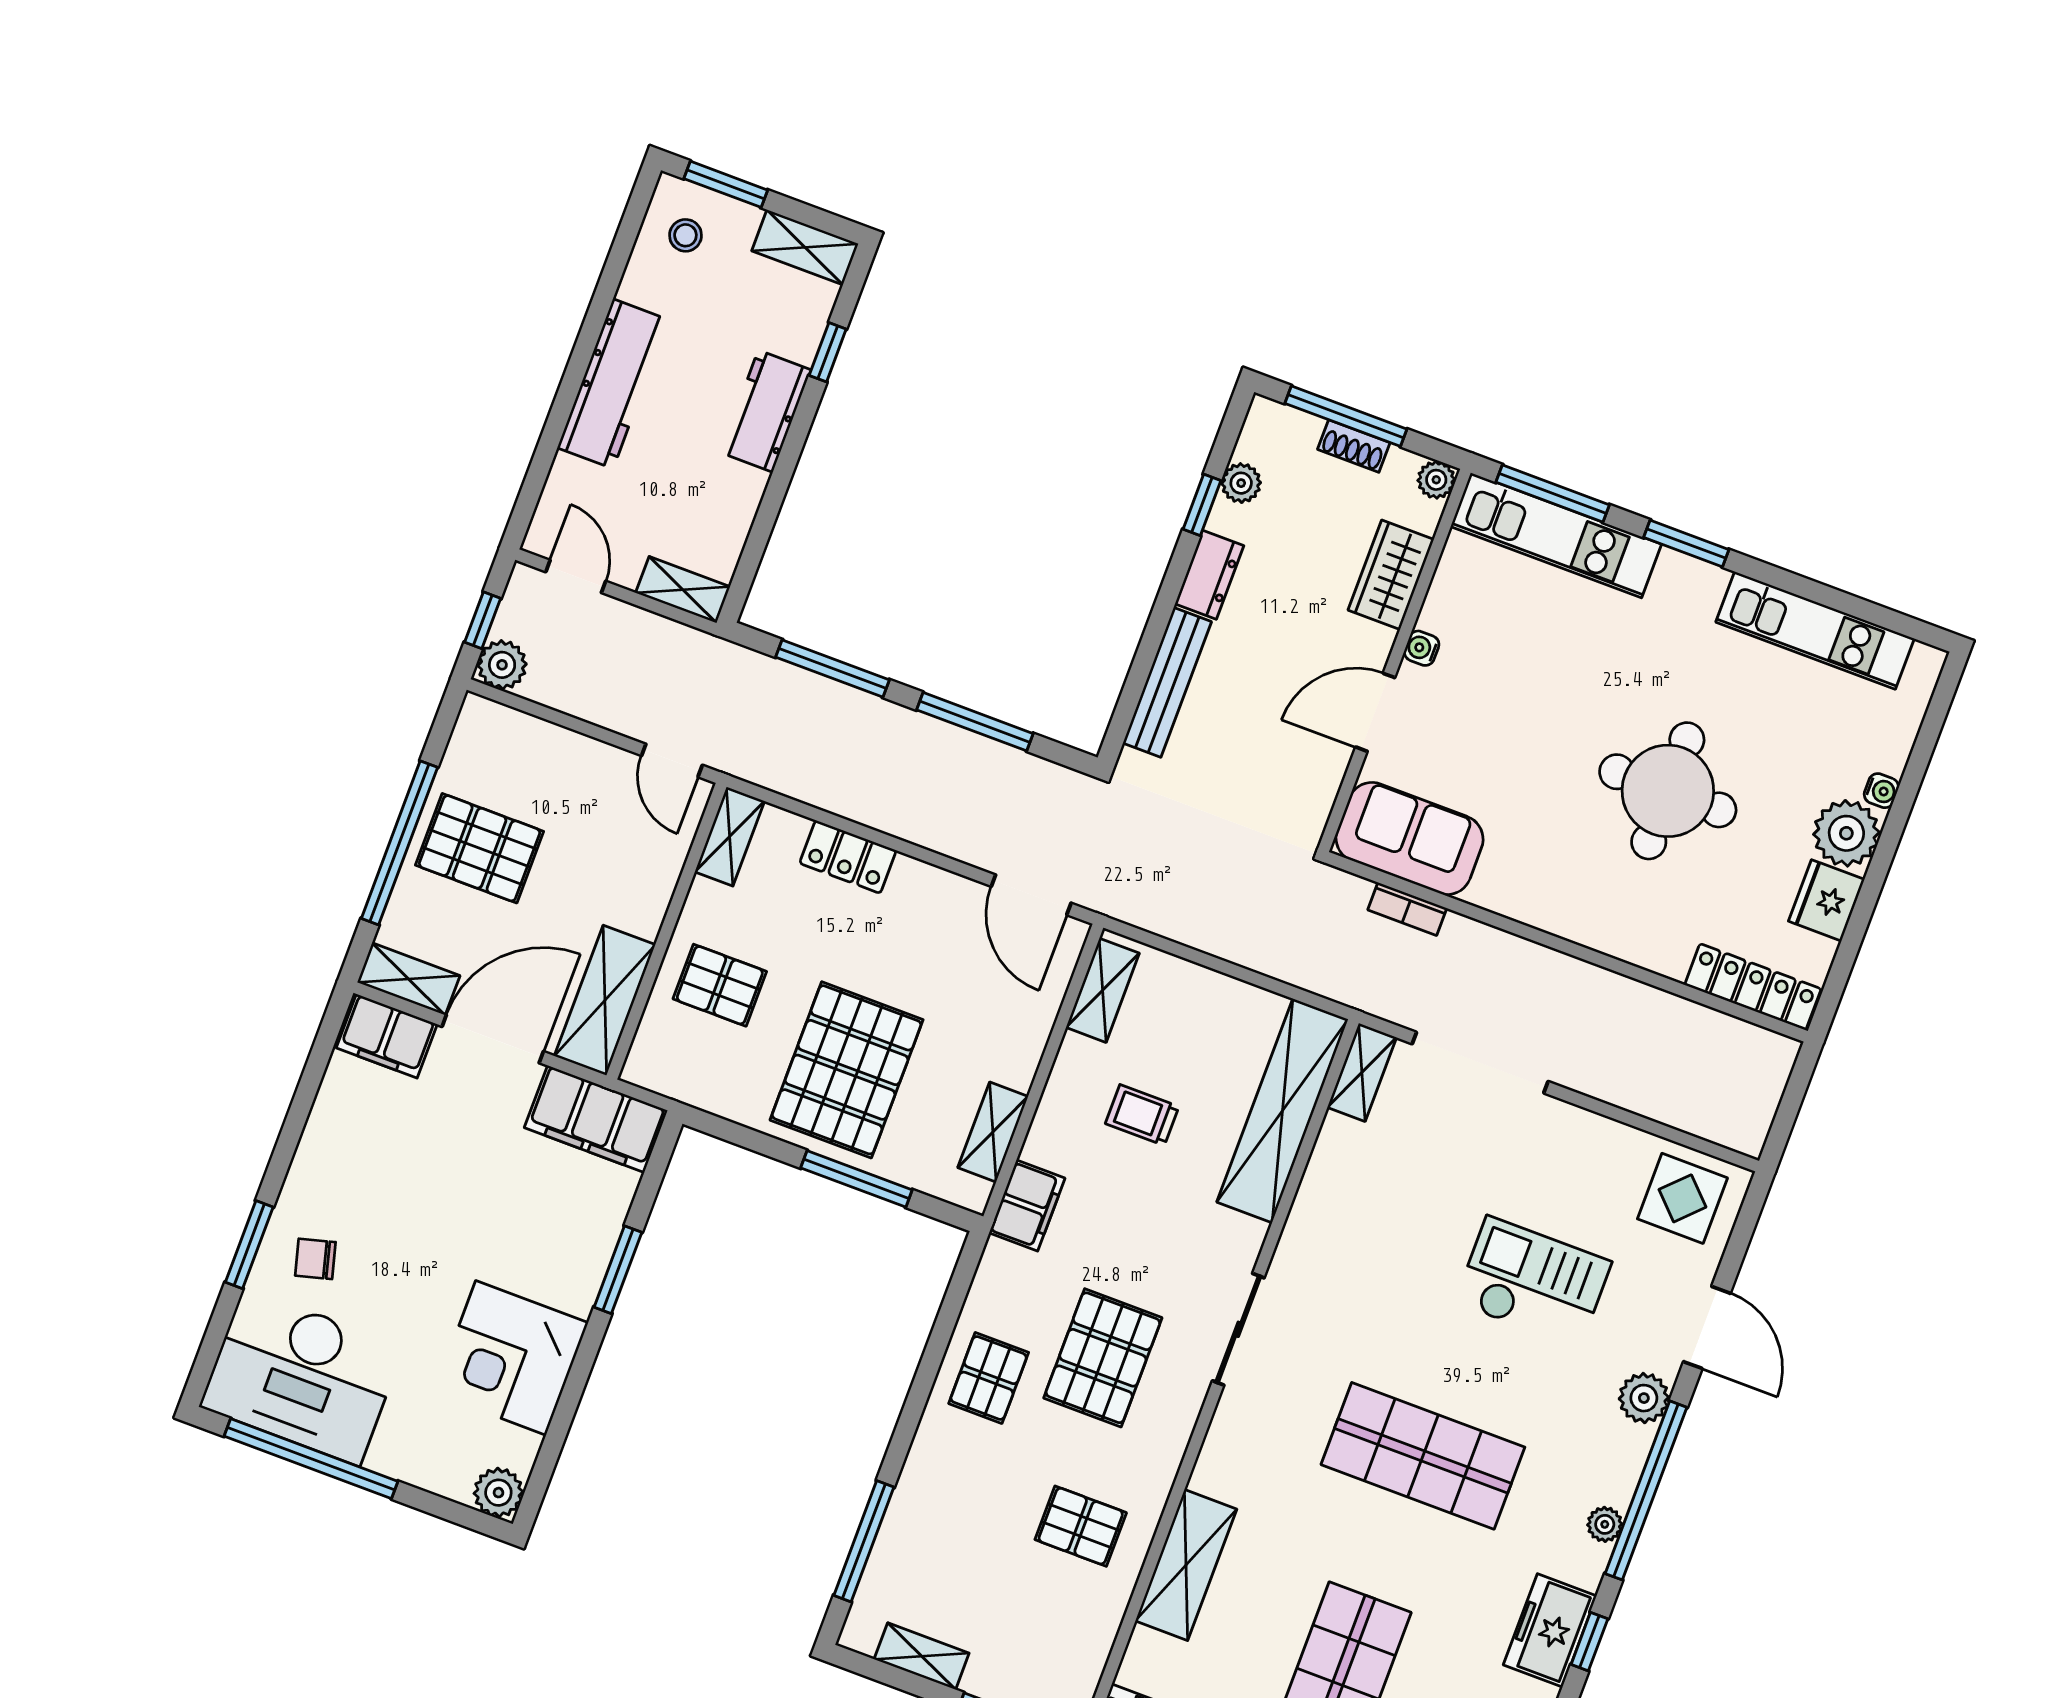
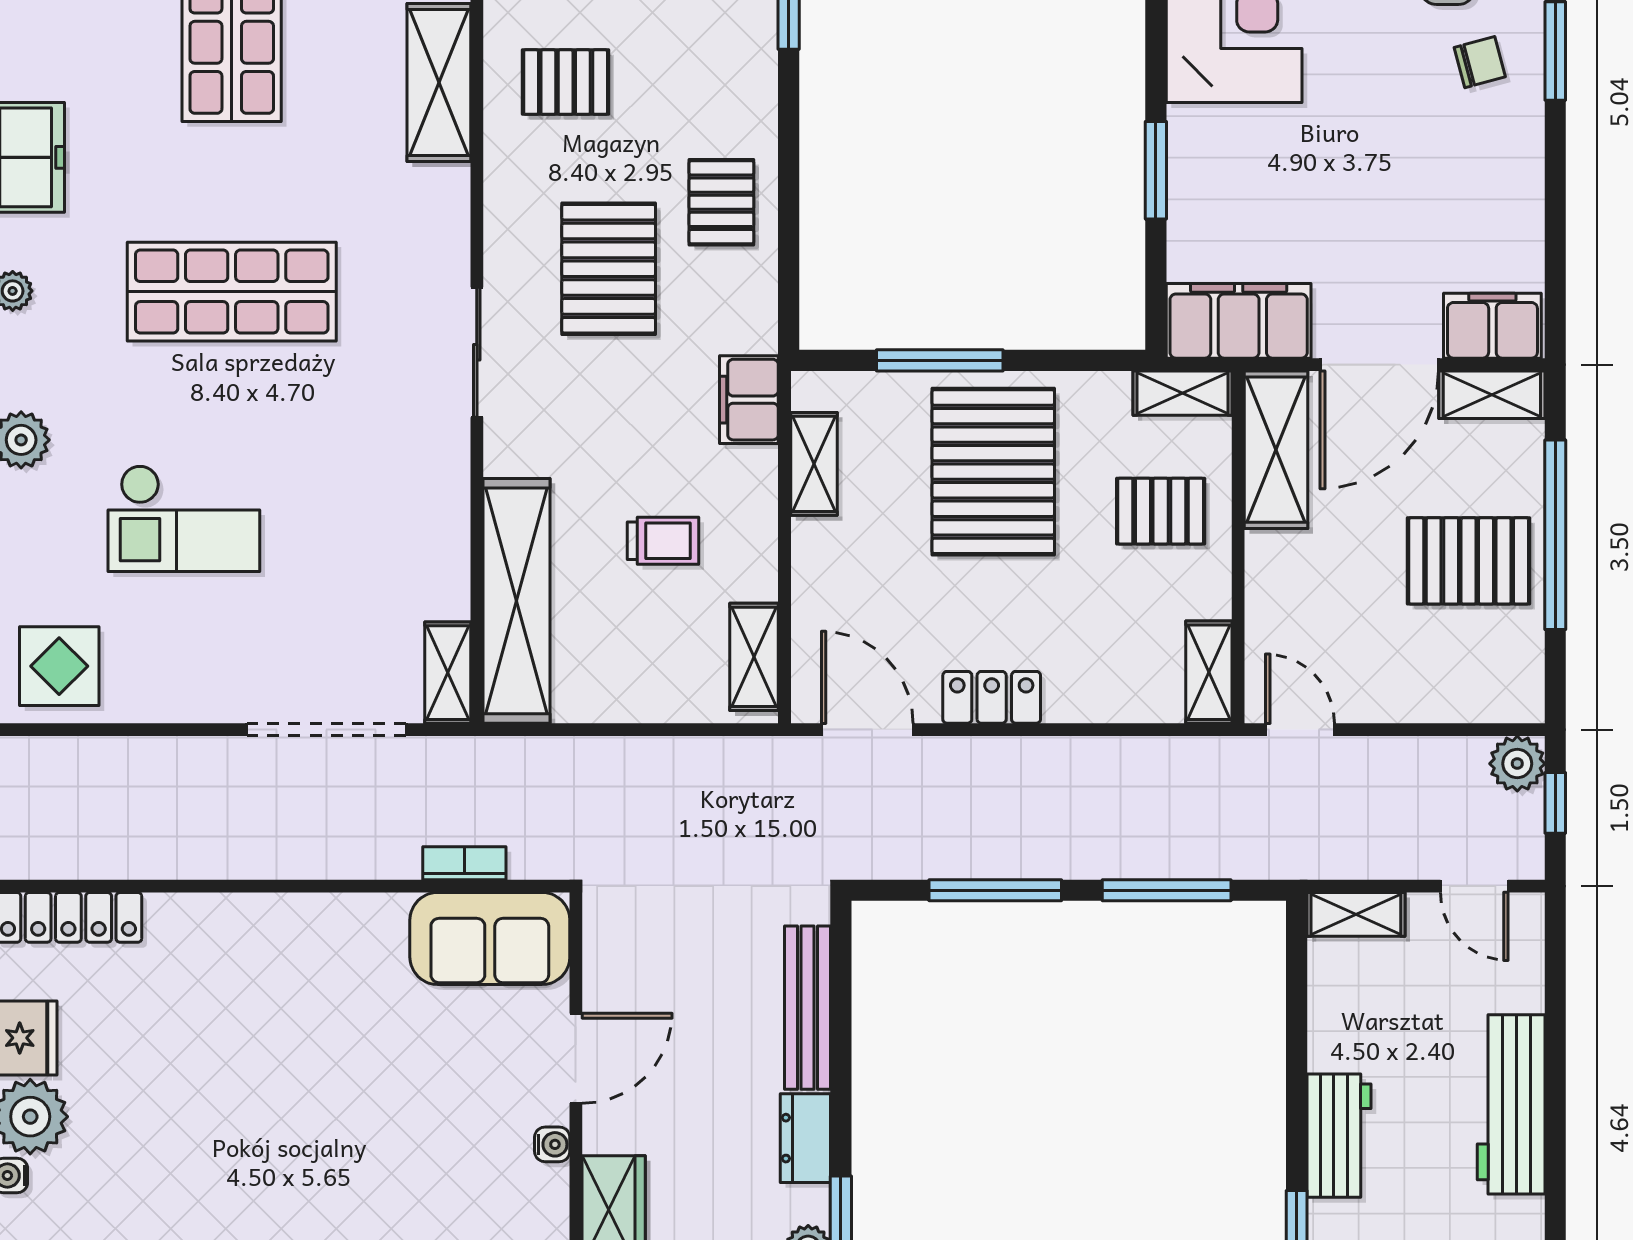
round table: (1668, 791) -> (236, 1091), removed
locker: (848, 857) -> (992, 697), moved
shelving: (665, 1076) -> (1182, 393), added

